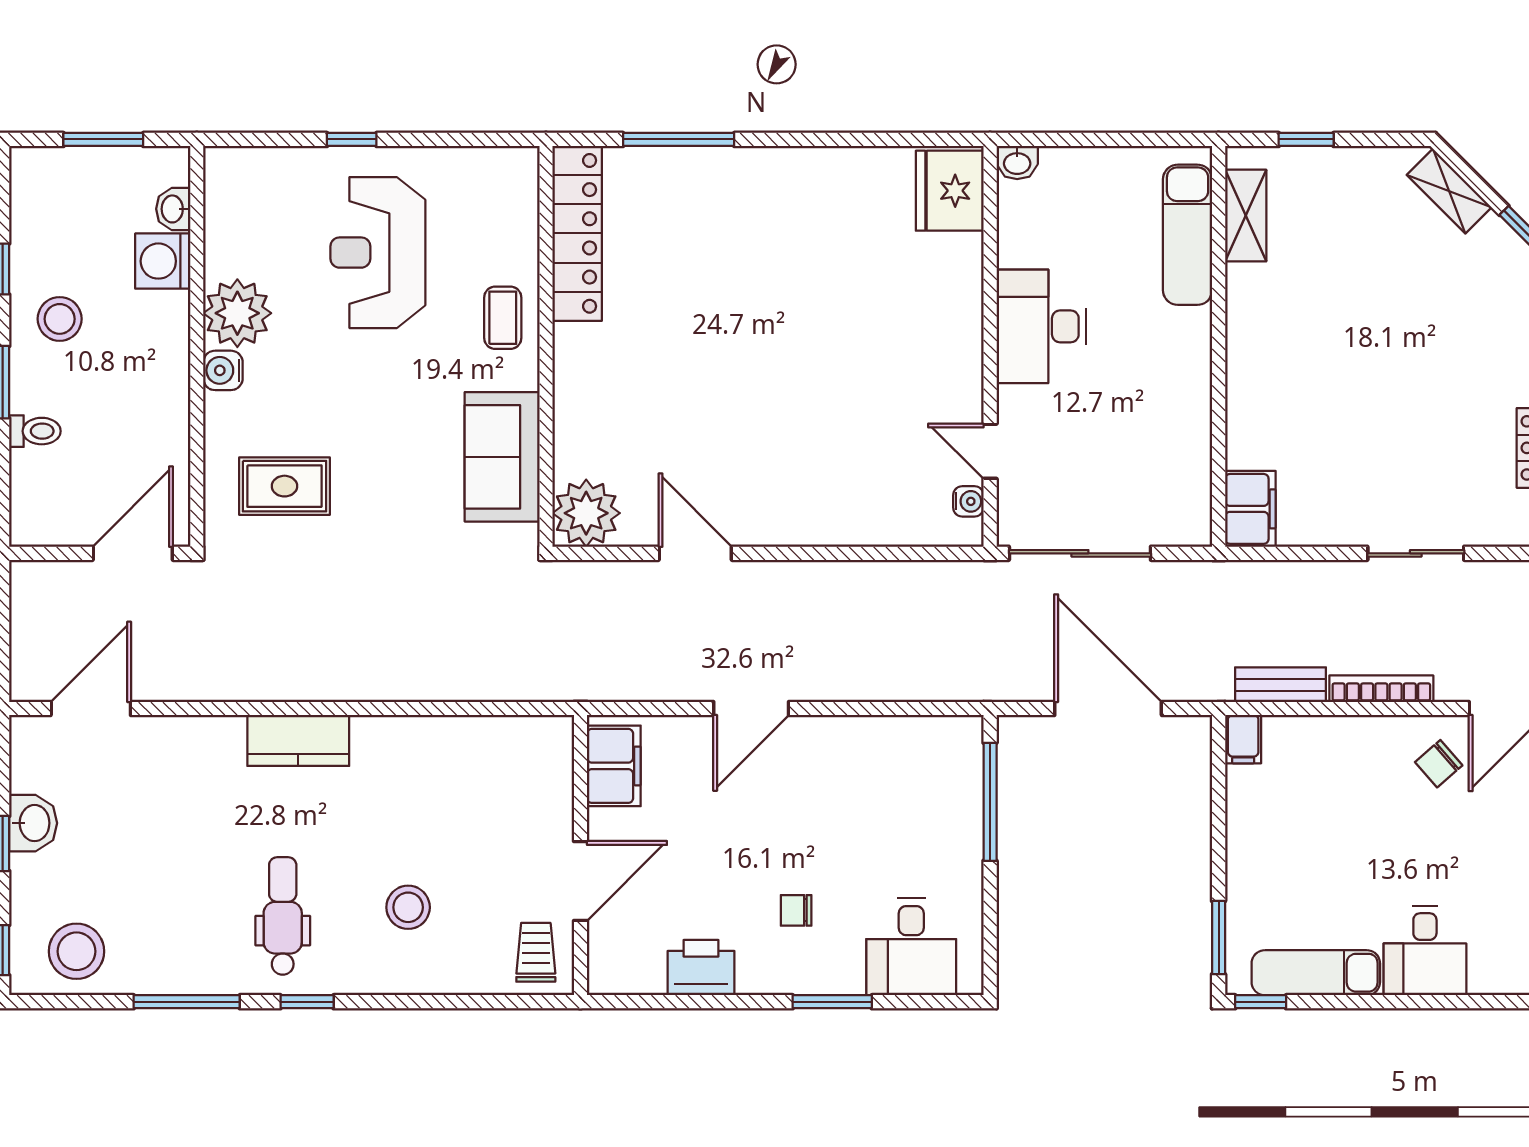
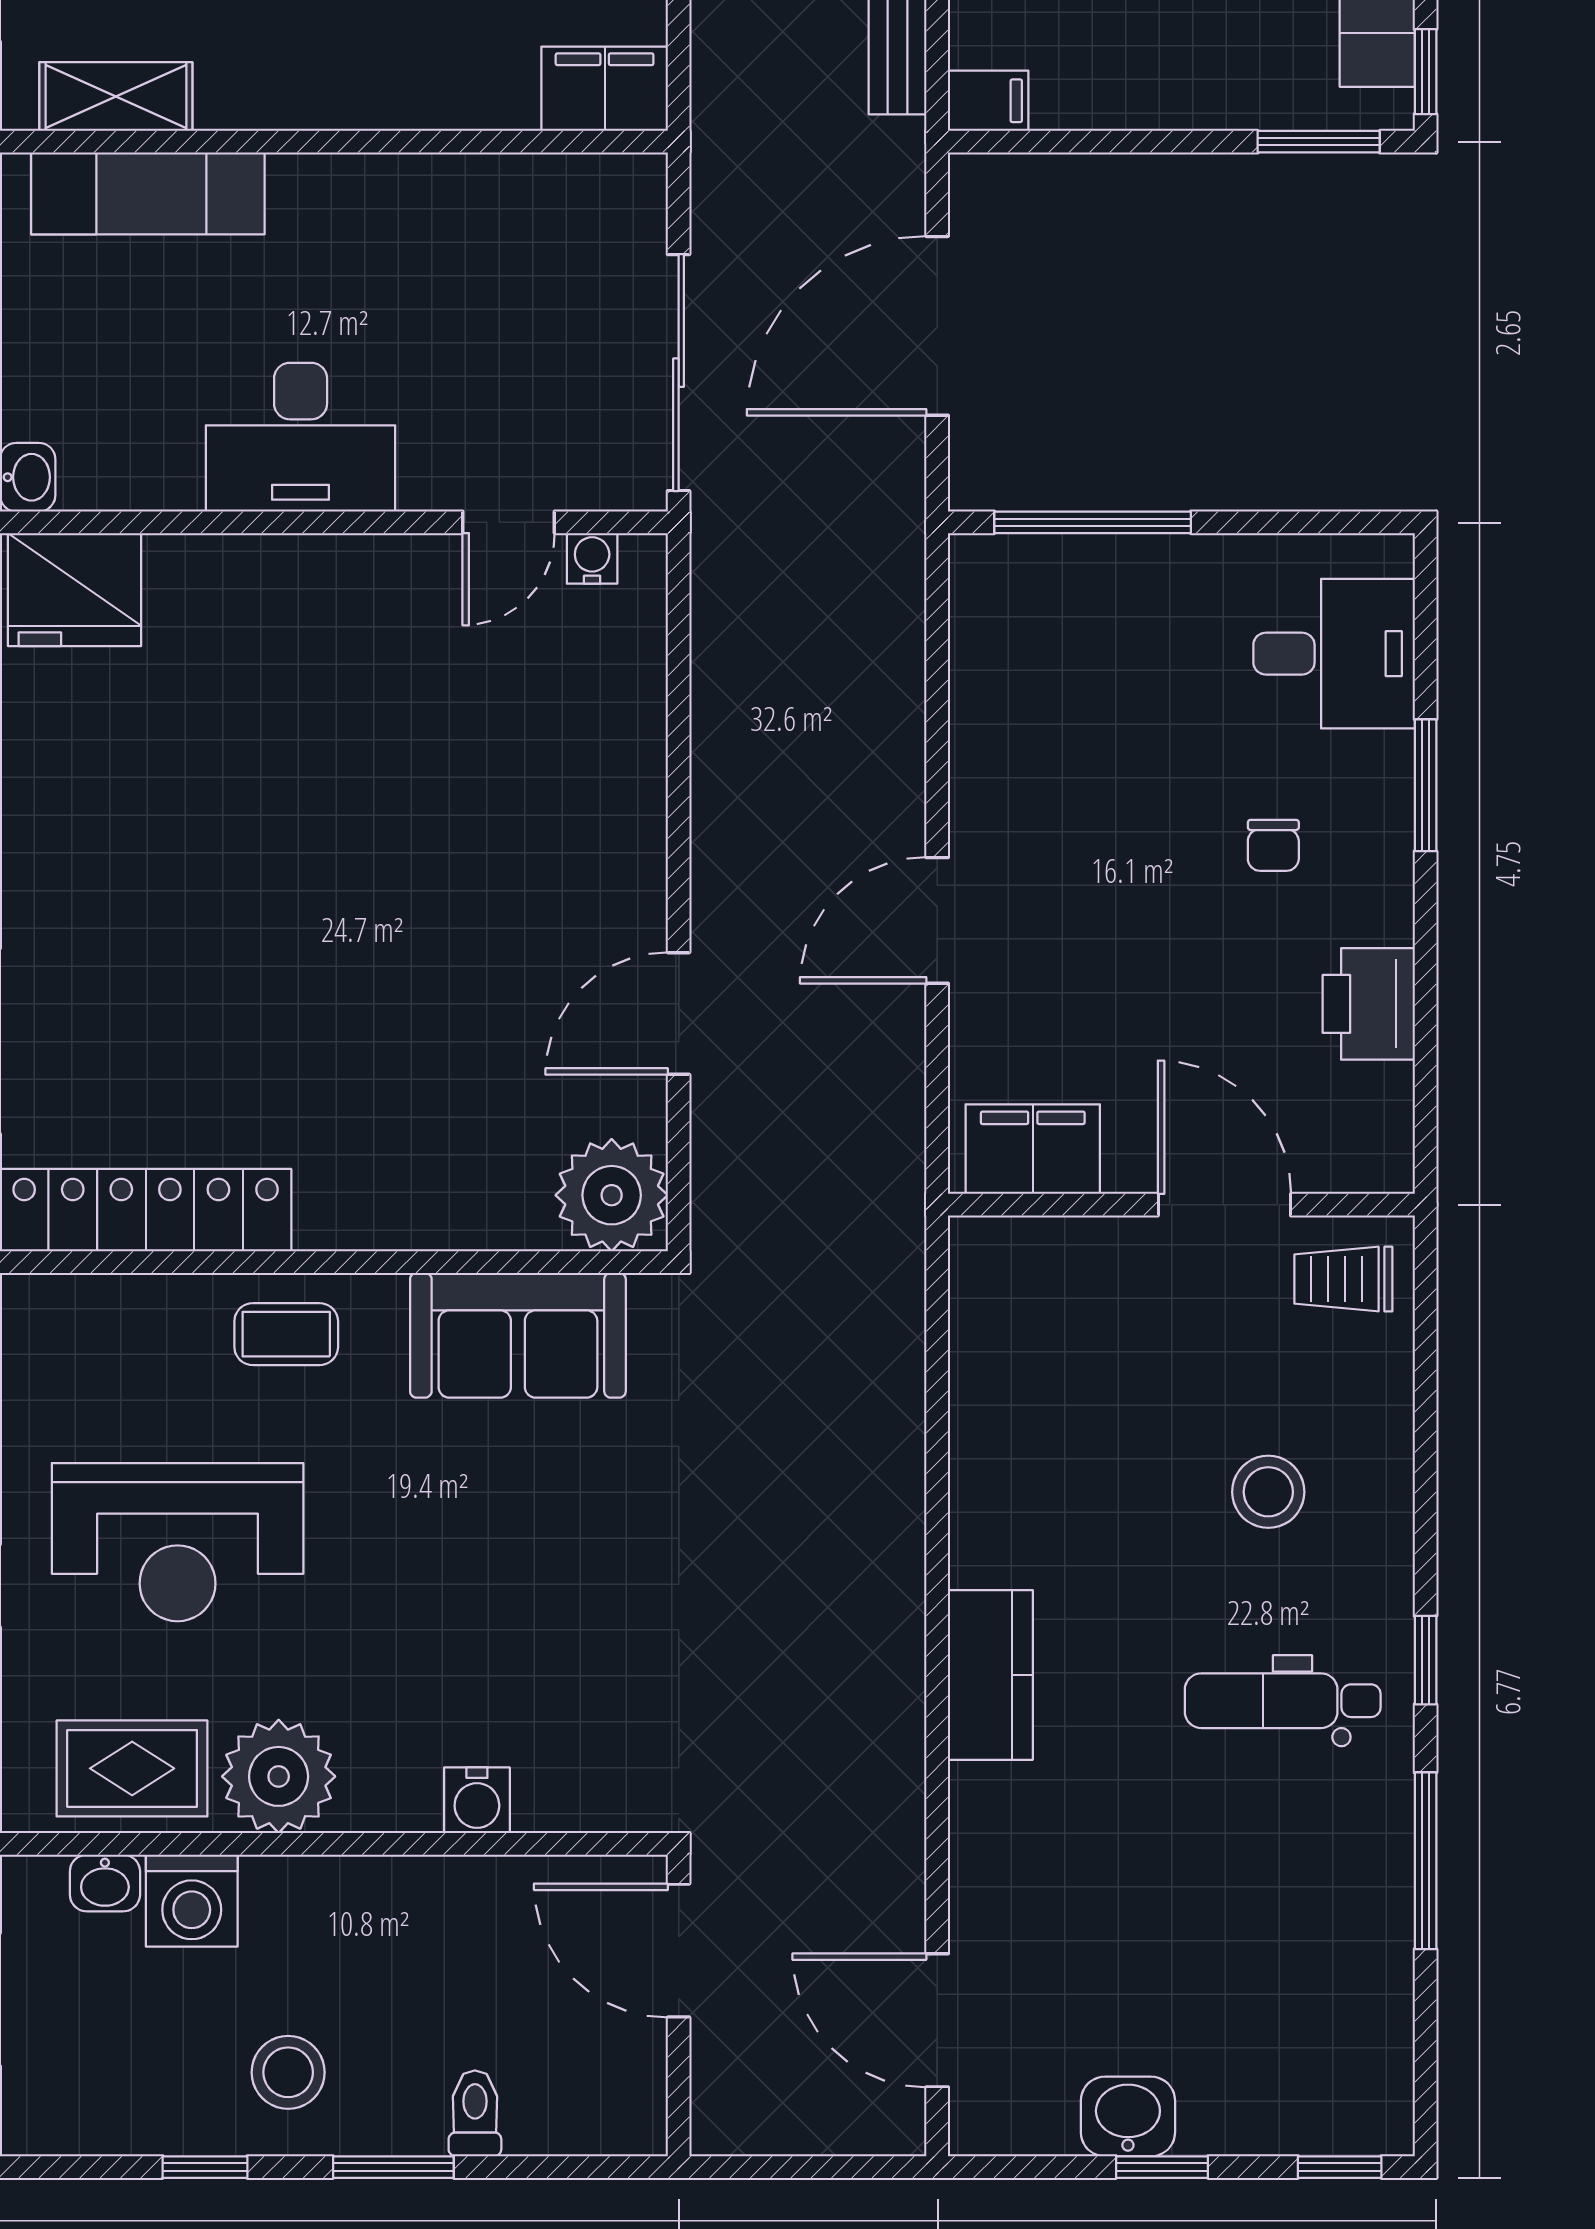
water cooler: (223, 370) -> (477, 1800), moved
rug: (284, 486) -> (132, 1768), moved, turned 90
door: (751, 709) -> (937, 920), swing flipped
stool: (77, 951) -> (1342, 2044), removed

